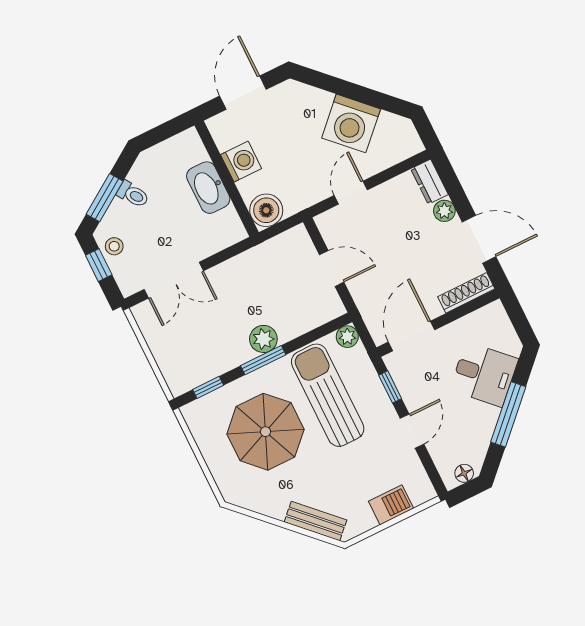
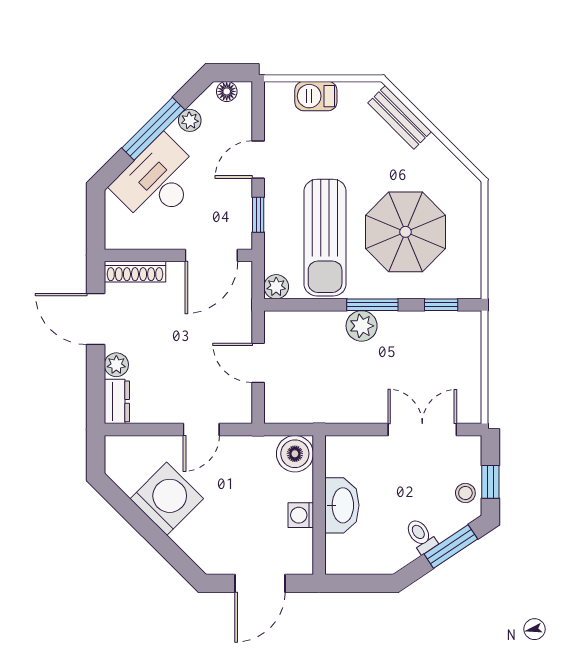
washing machine: (241, 162) -> (301, 515), width x0.73, depth x0.73
desk: (484, 374) -> (158, 181), width x1.37
plant: (482, 435) -> (190, 120), added

